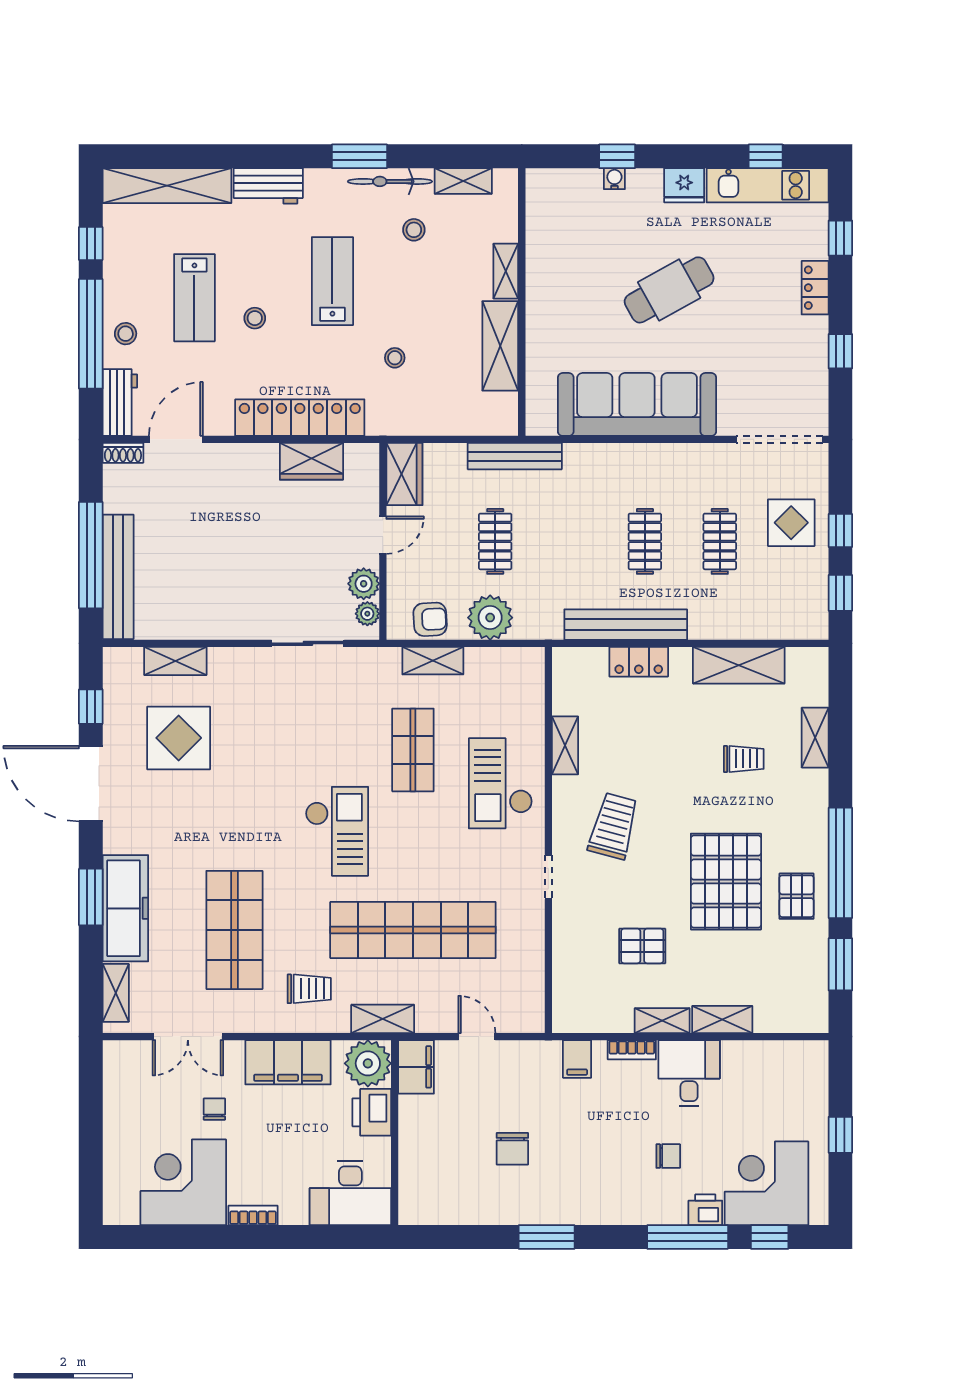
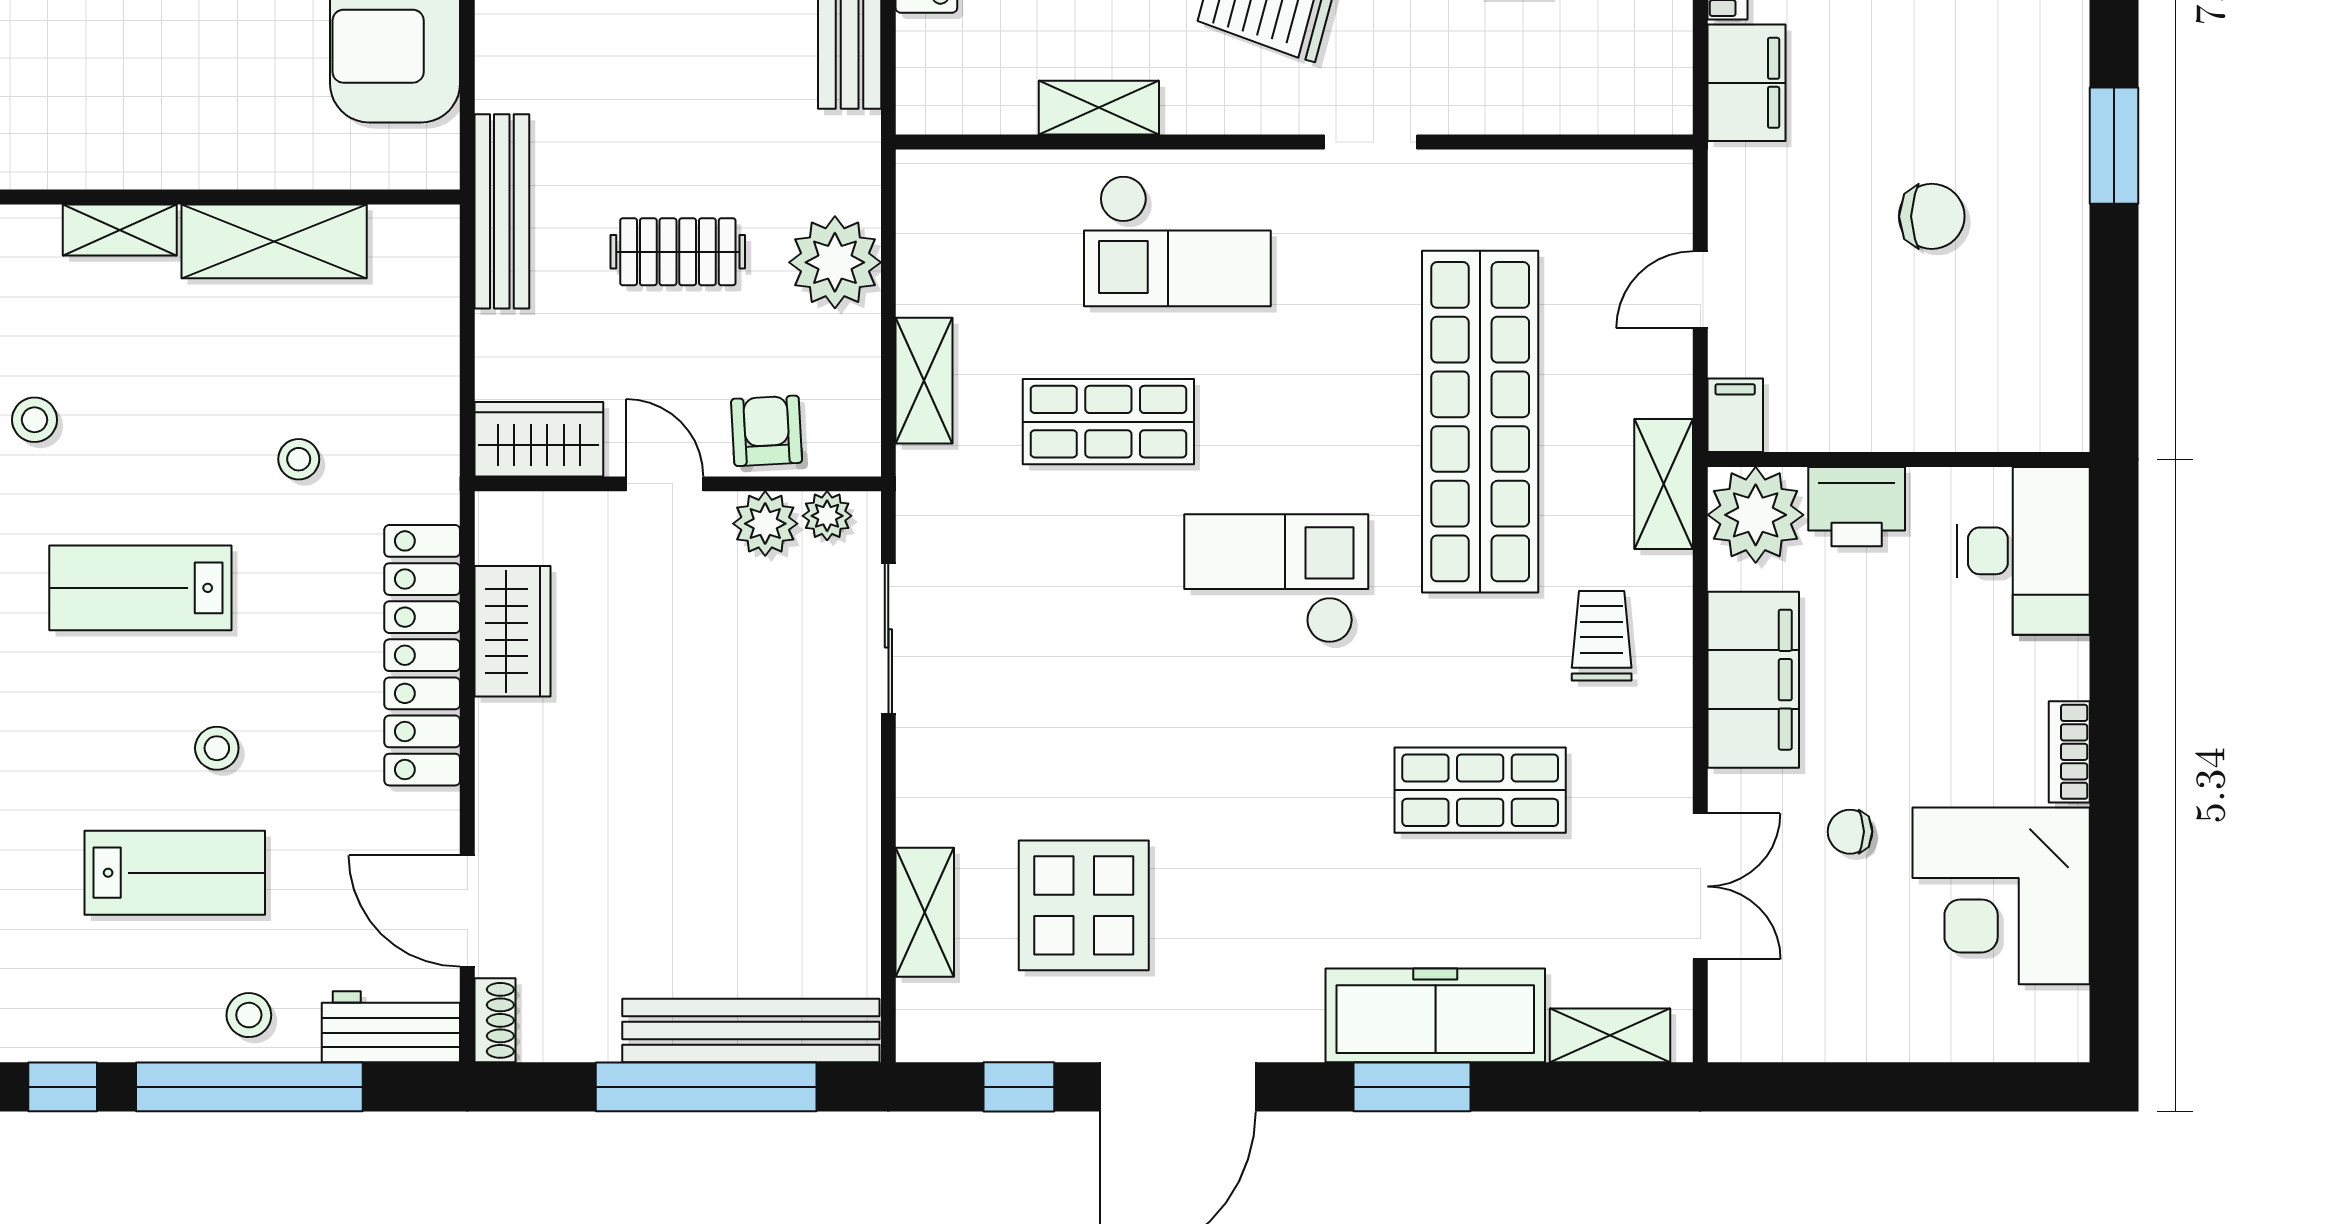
armchair: (430, 619) -> (767, 431), moved
shop shelf: (234, 930) -> (1480, 790), width x0.70, depth x0.74
filing cabinet: (577, 1059) -> (1746, 83), width x2.00
filing cabinet: (416, 1067) -> (1735, 415), width x0.50

